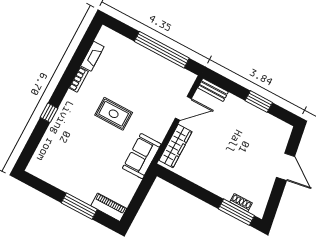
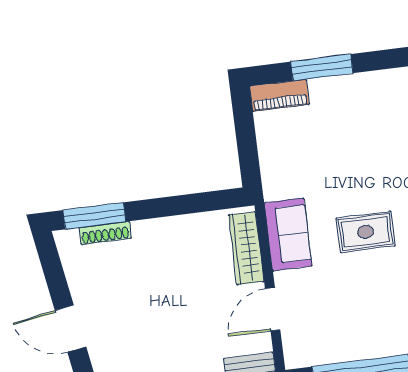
sofa: (142, 156) -> (288, 234), moved
shoe rack: (241, 203) -> (105, 233), width x1.43

